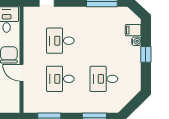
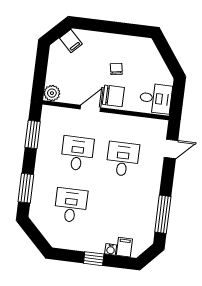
plant: (13, 106) -> (52, 93), added

